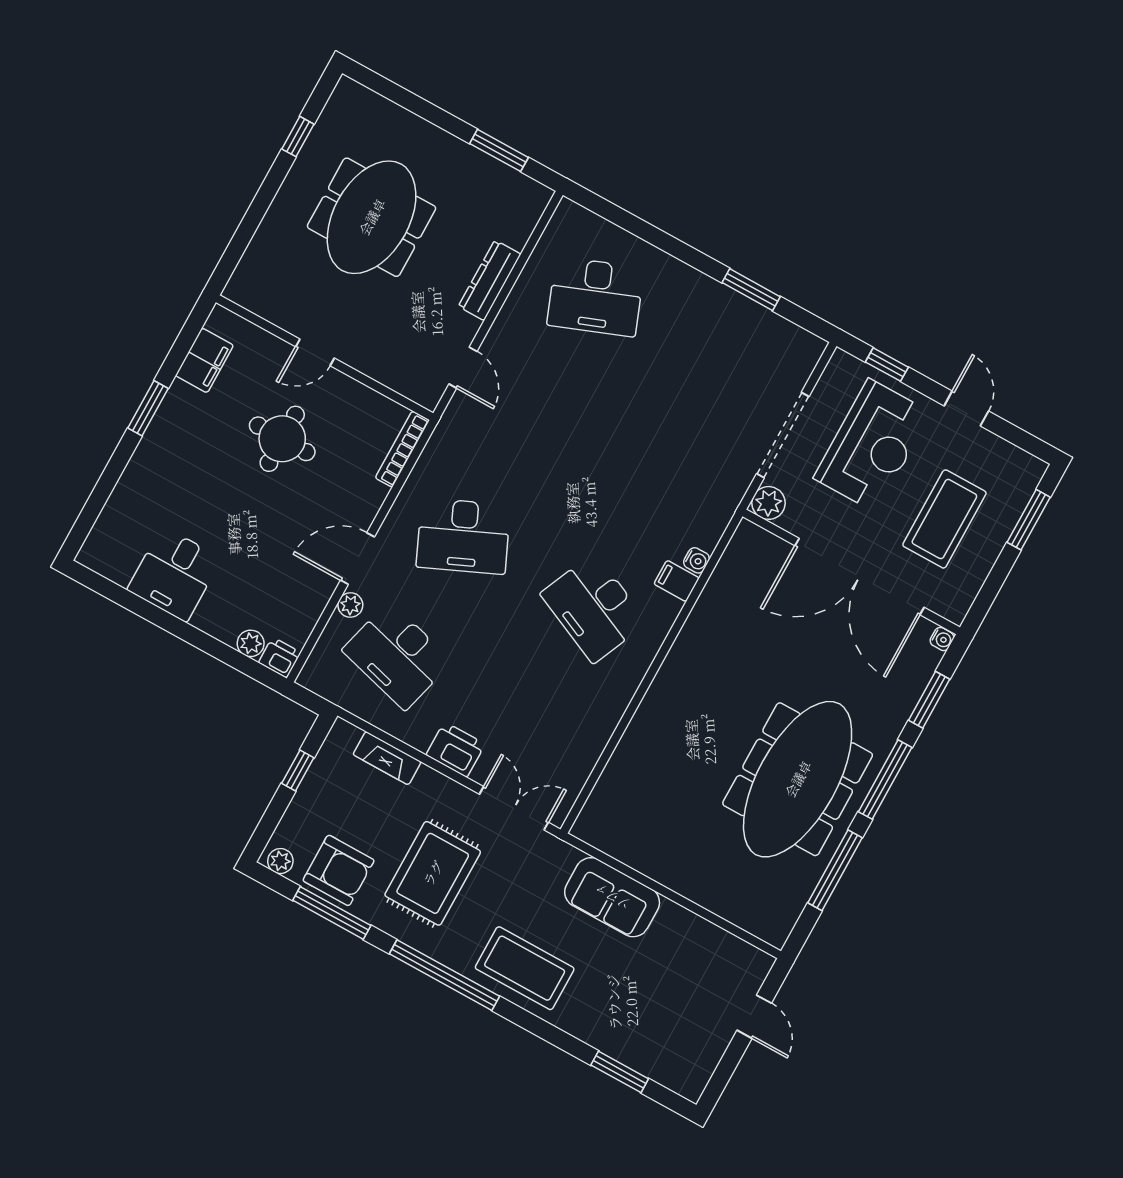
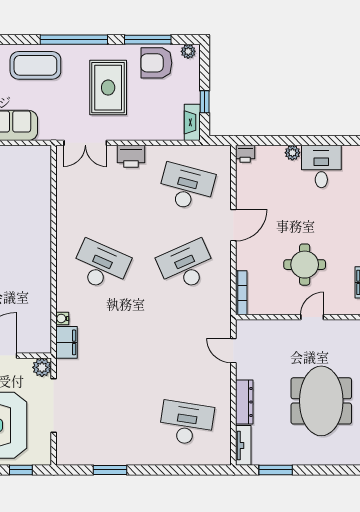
tv unit: (528, 215) -> (243, 445), added
desk: (595, 297) -> (186, 423), turned 30
filing cabinet: (677, 581) -> (67, 342), moved, width x2.00
plant: (350, 605) -> (224, 200), removed
plant: (251, 643) -> (292, 153), moved
fireplace: (387, 758) -> (192, 122), moved, turned -90

